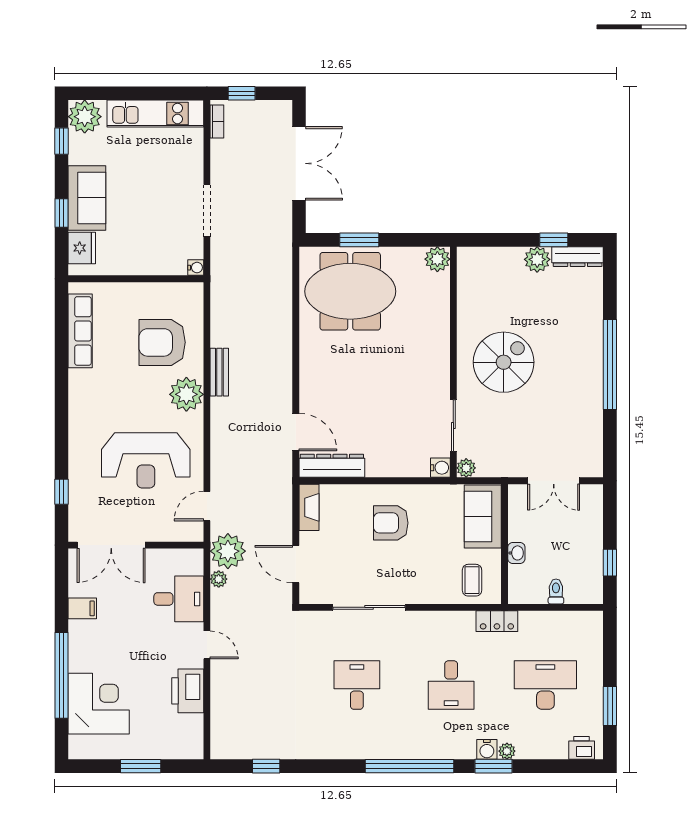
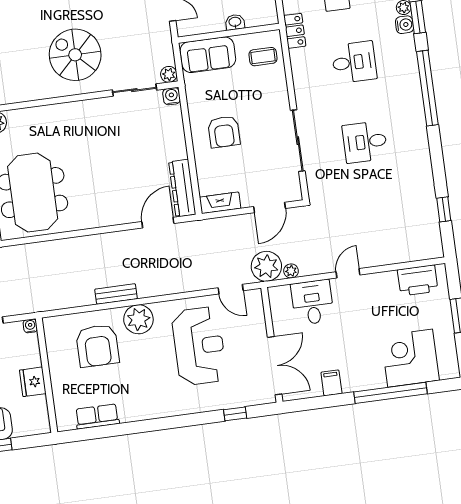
fridge: (82, 248) -> (33, 382), moved, turned -90
row of seats: (80, 331) -> (97, 416), width x0.68
printer: (188, 691) -> (418, 280), moved

